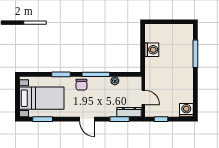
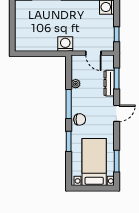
washing machine: (152, 50) -> (65, 44), moved
door: (143, 97) -> (93, 53), swing flipped
dresser: (129, 112) -> (109, 83), moved

